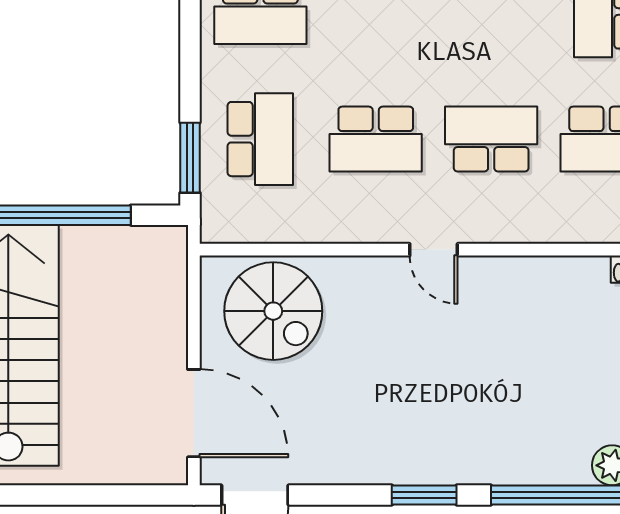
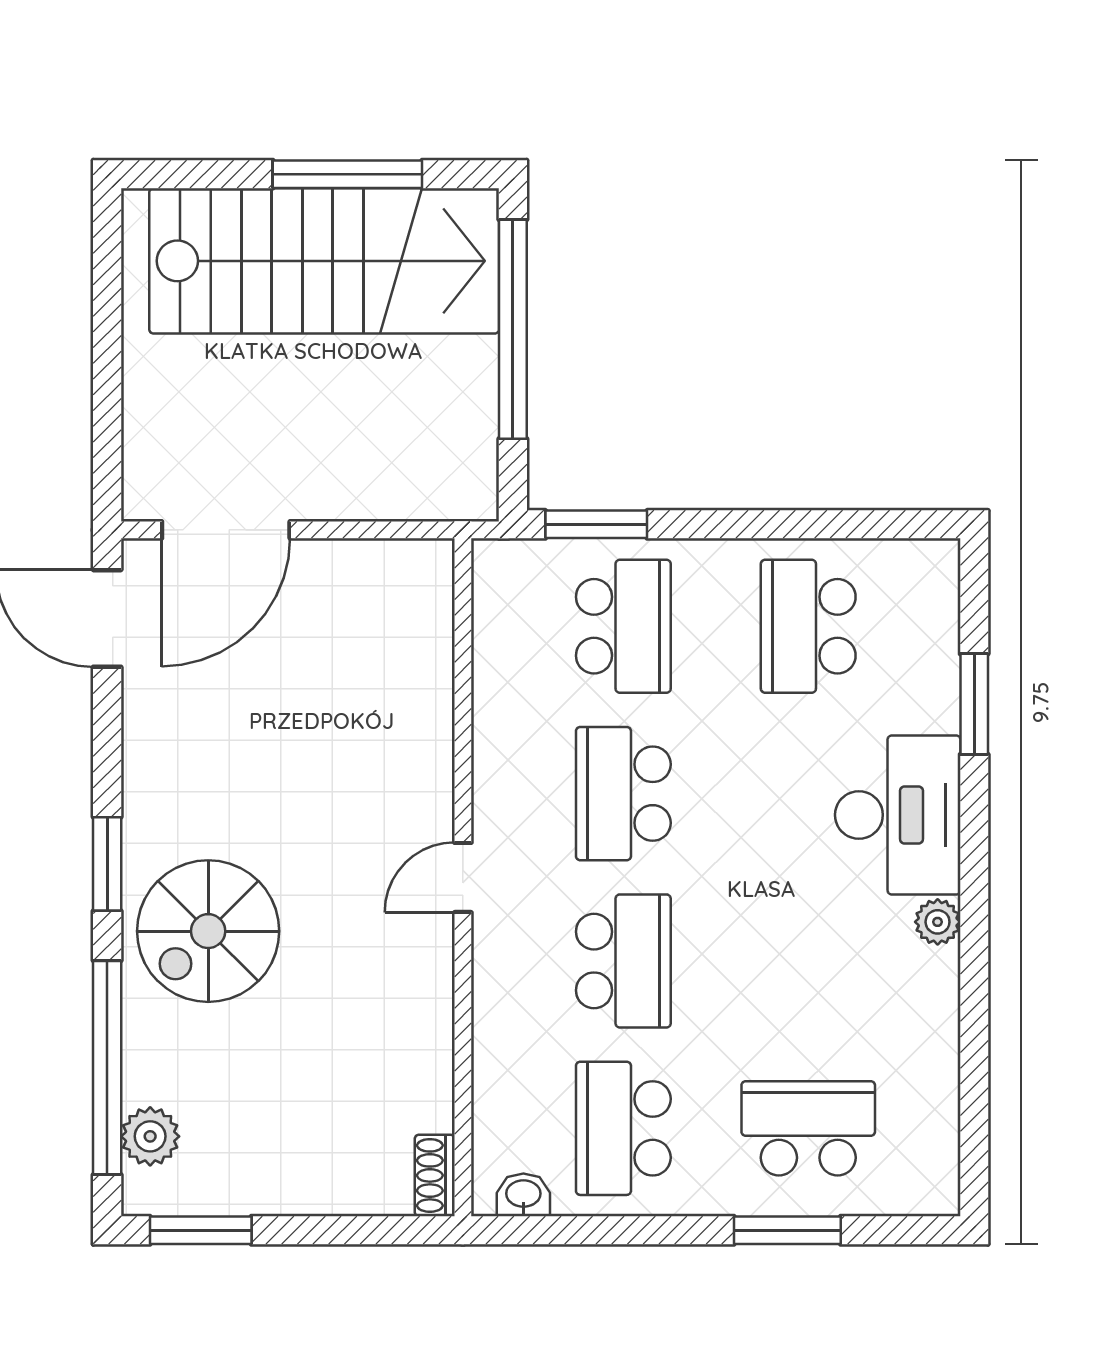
school desk: (260, 139) -> (623, 626), turned -90
spiral stairs: (273, 311) -> (208, 931), moved

